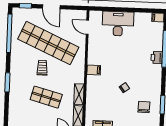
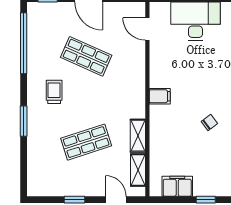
shop shelf: (48, 43) -> (86, 56), width x0.50, depth x0.74
trolley: (42, 68) -> (54, 92), moved
shop shelf: (46, 97) -> (86, 142), turned -33

